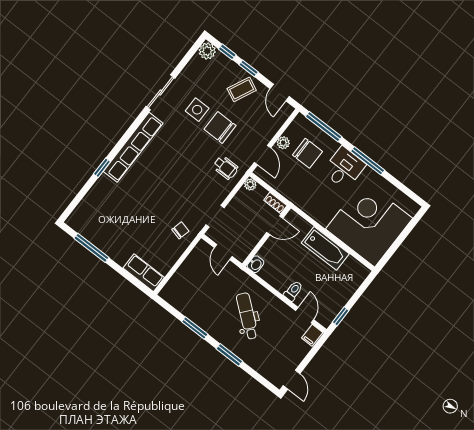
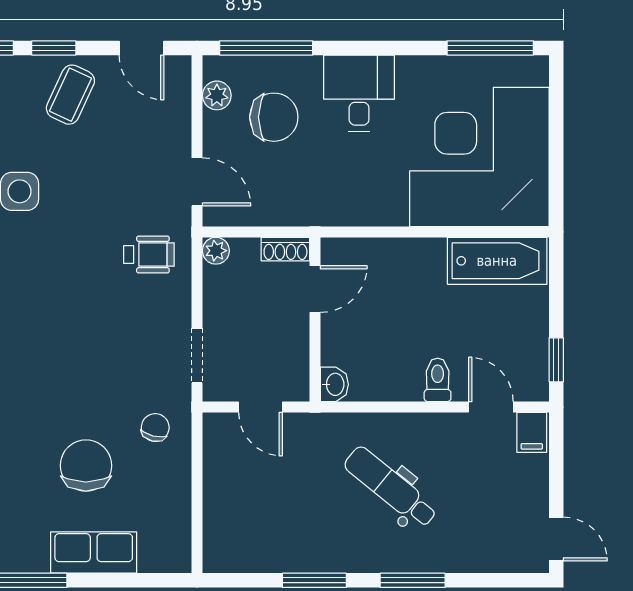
chair: (220, 127) -> (86, 466), moved, turned 90
plant: (283, 143) -> (217, 95), moved
window: (368, 161) -> (490, 48), moved
bathtub: (325, 248) -> (497, 261), moved
row of seats: (144, 273) -> (94, 553), moved

